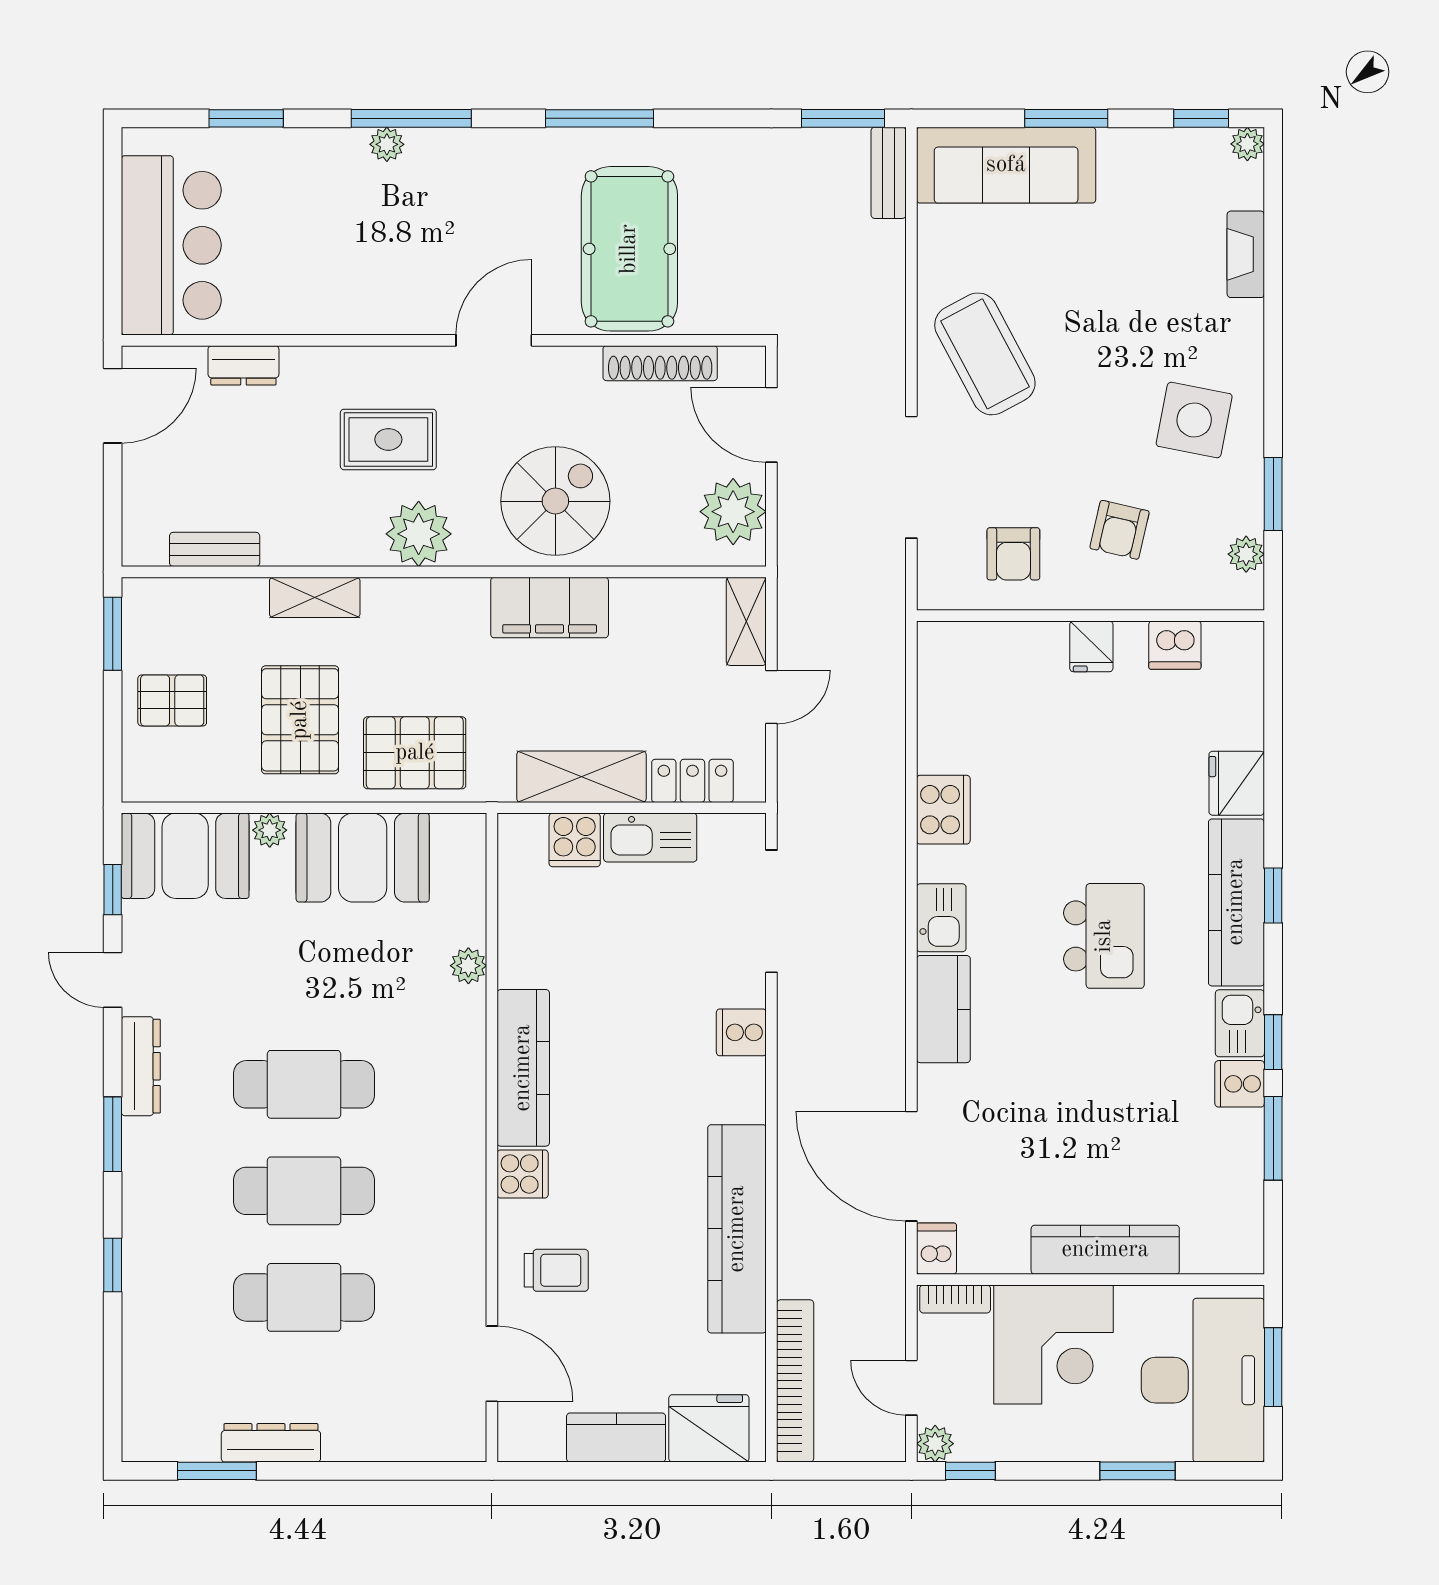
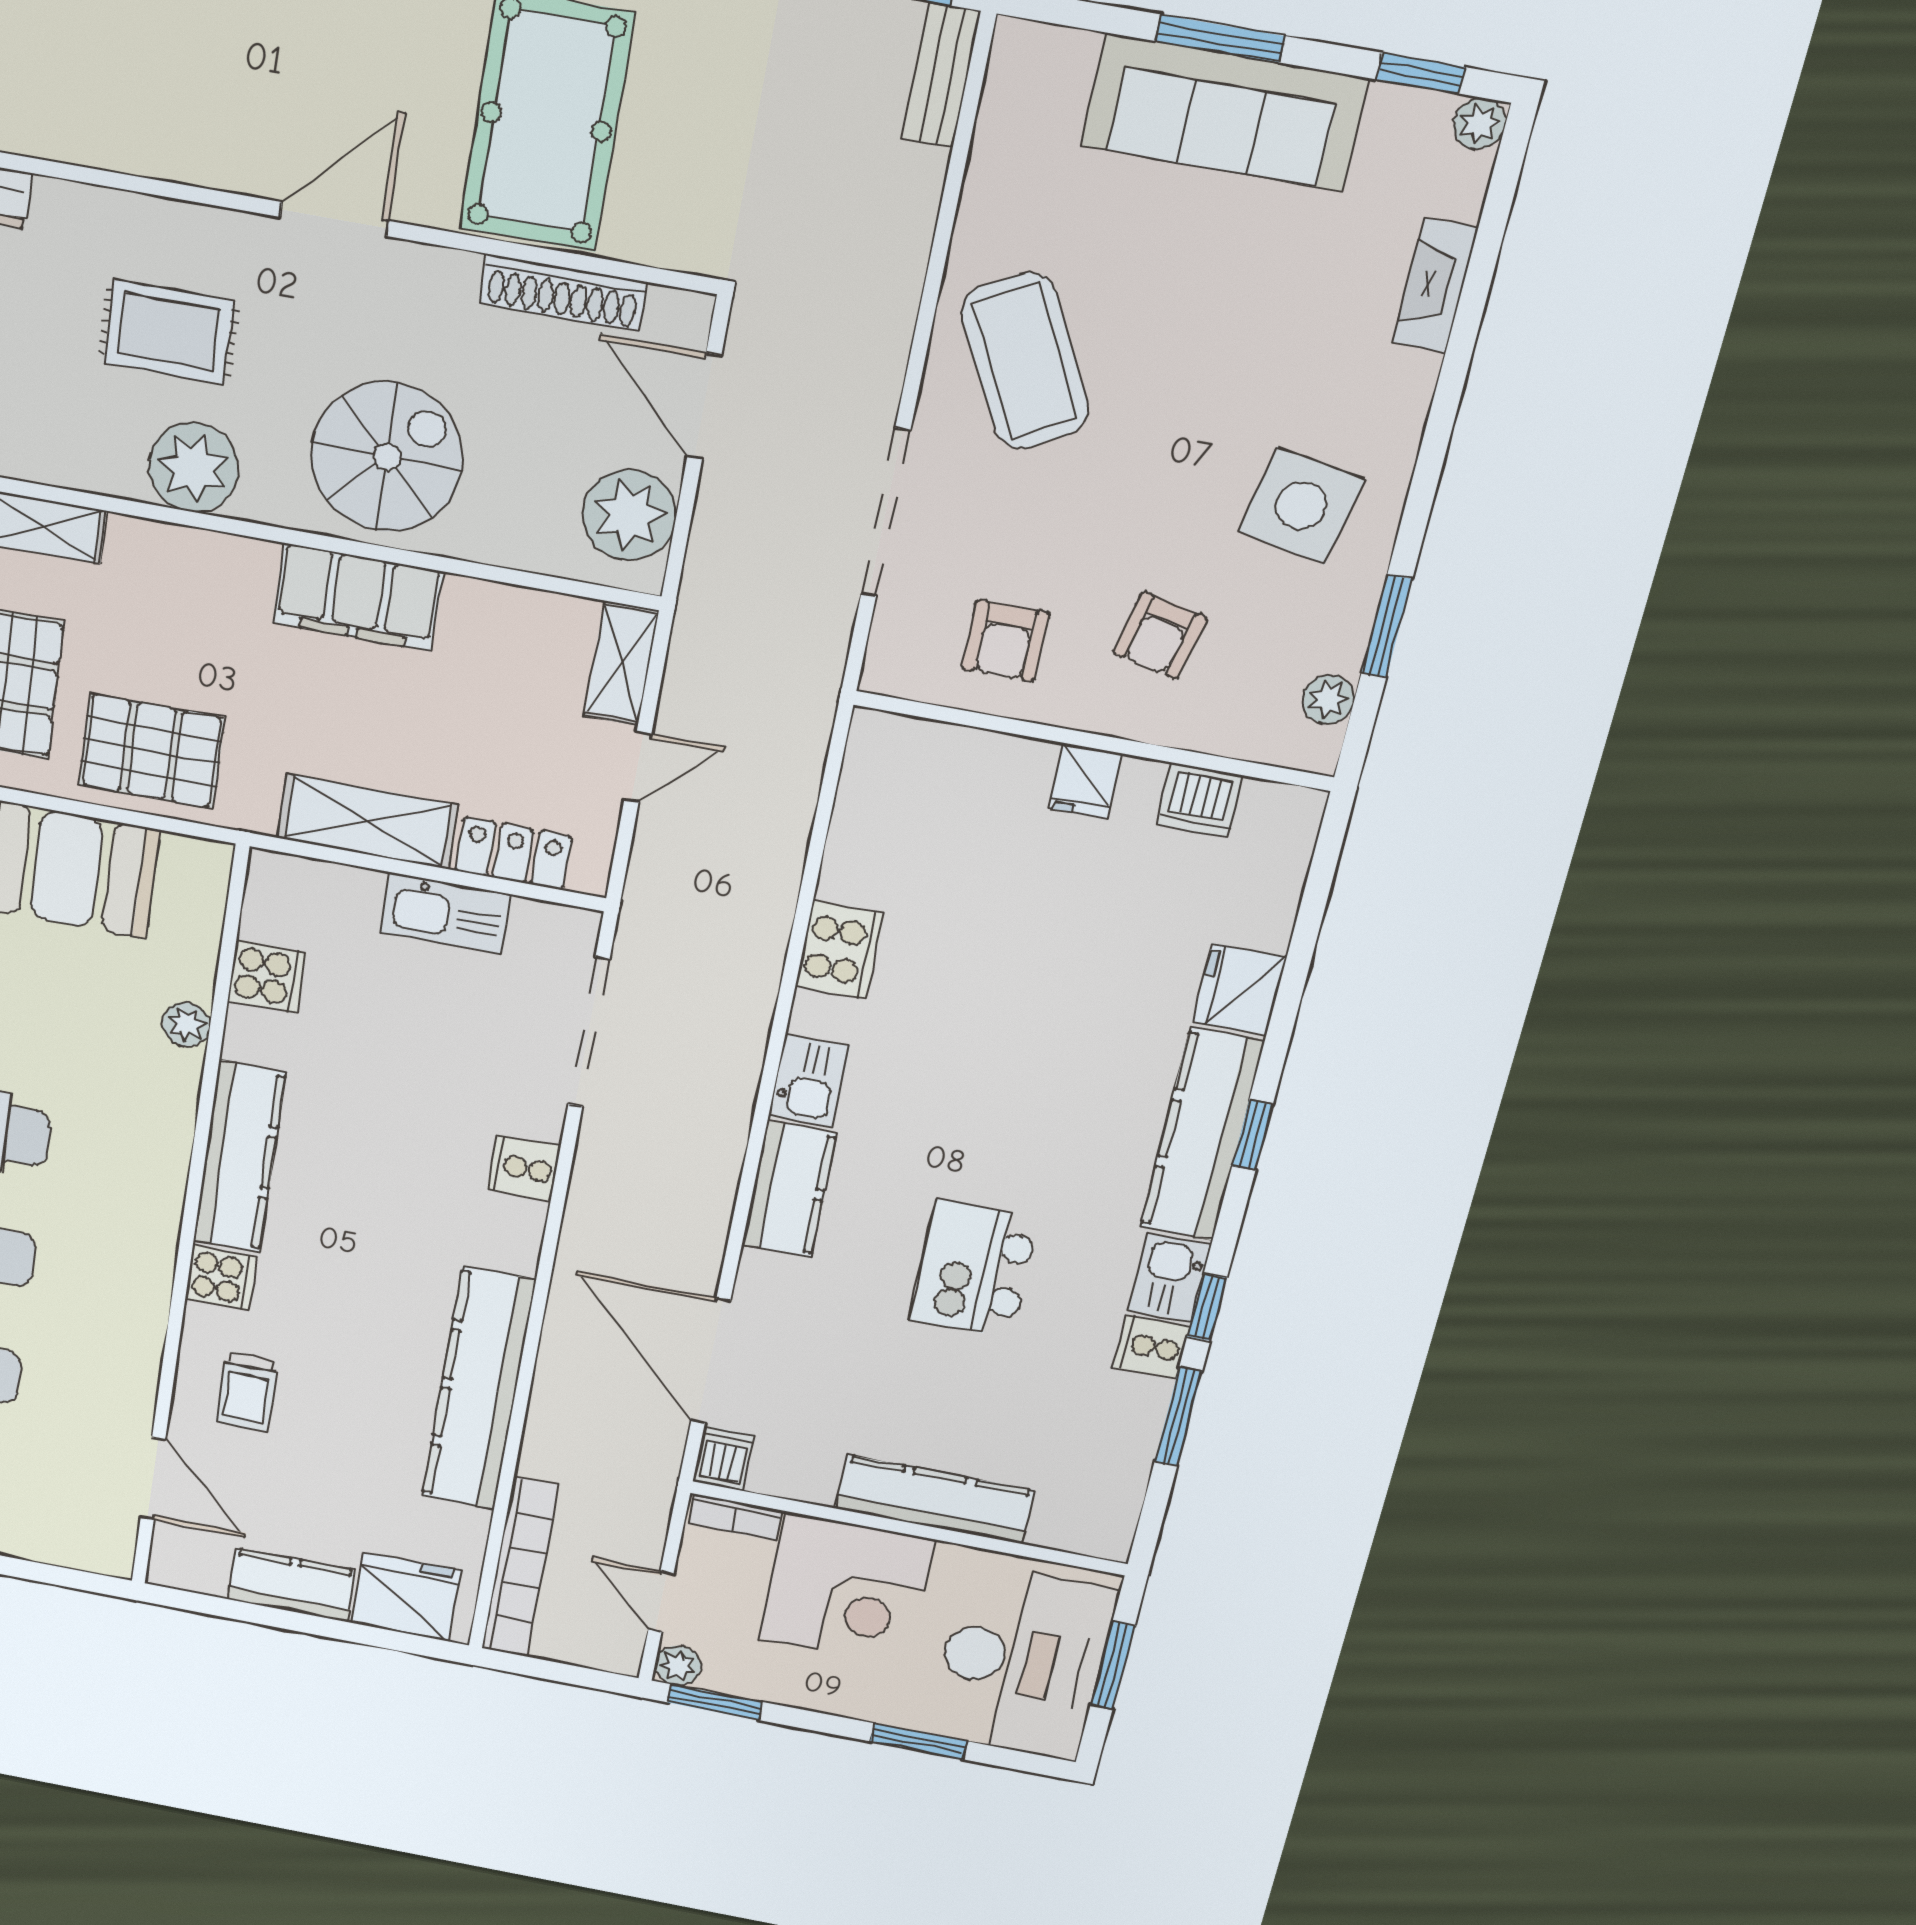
sofa: (1006, 165) -> (1224, 112), moved
cooker: (575, 840) -> (267, 977), moved, turned -90
kitchen island: (1104, 936) -> (974, 1269), moved, turned 180
trolley: (556, 1270) -> (247, 1392), turned 90
window: (970, 1471) -> (715, 1702), width x1.50

